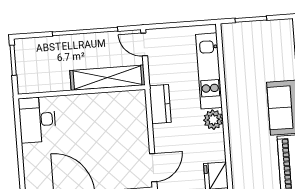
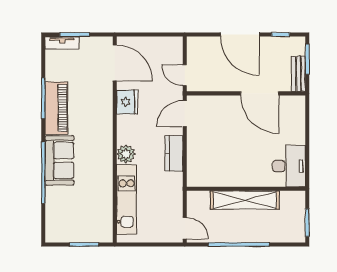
shelving: (108, 78) -> (245, 200), moved
kitchen counter: (160, 104) -> (174, 153), moved

